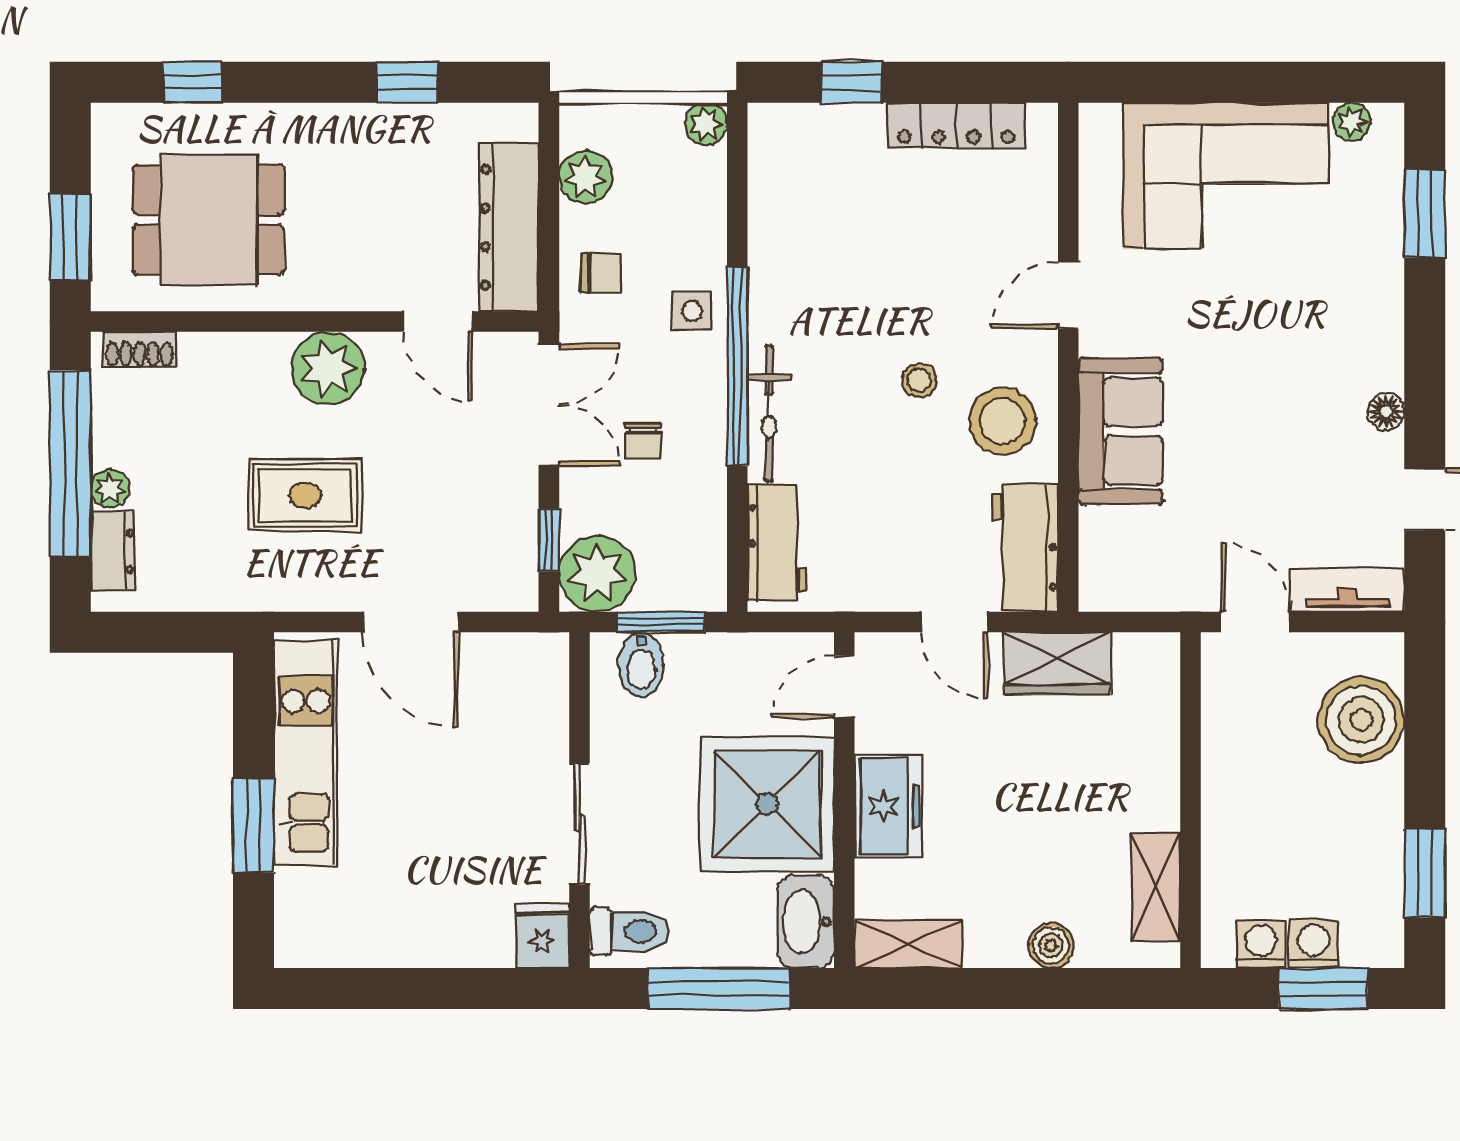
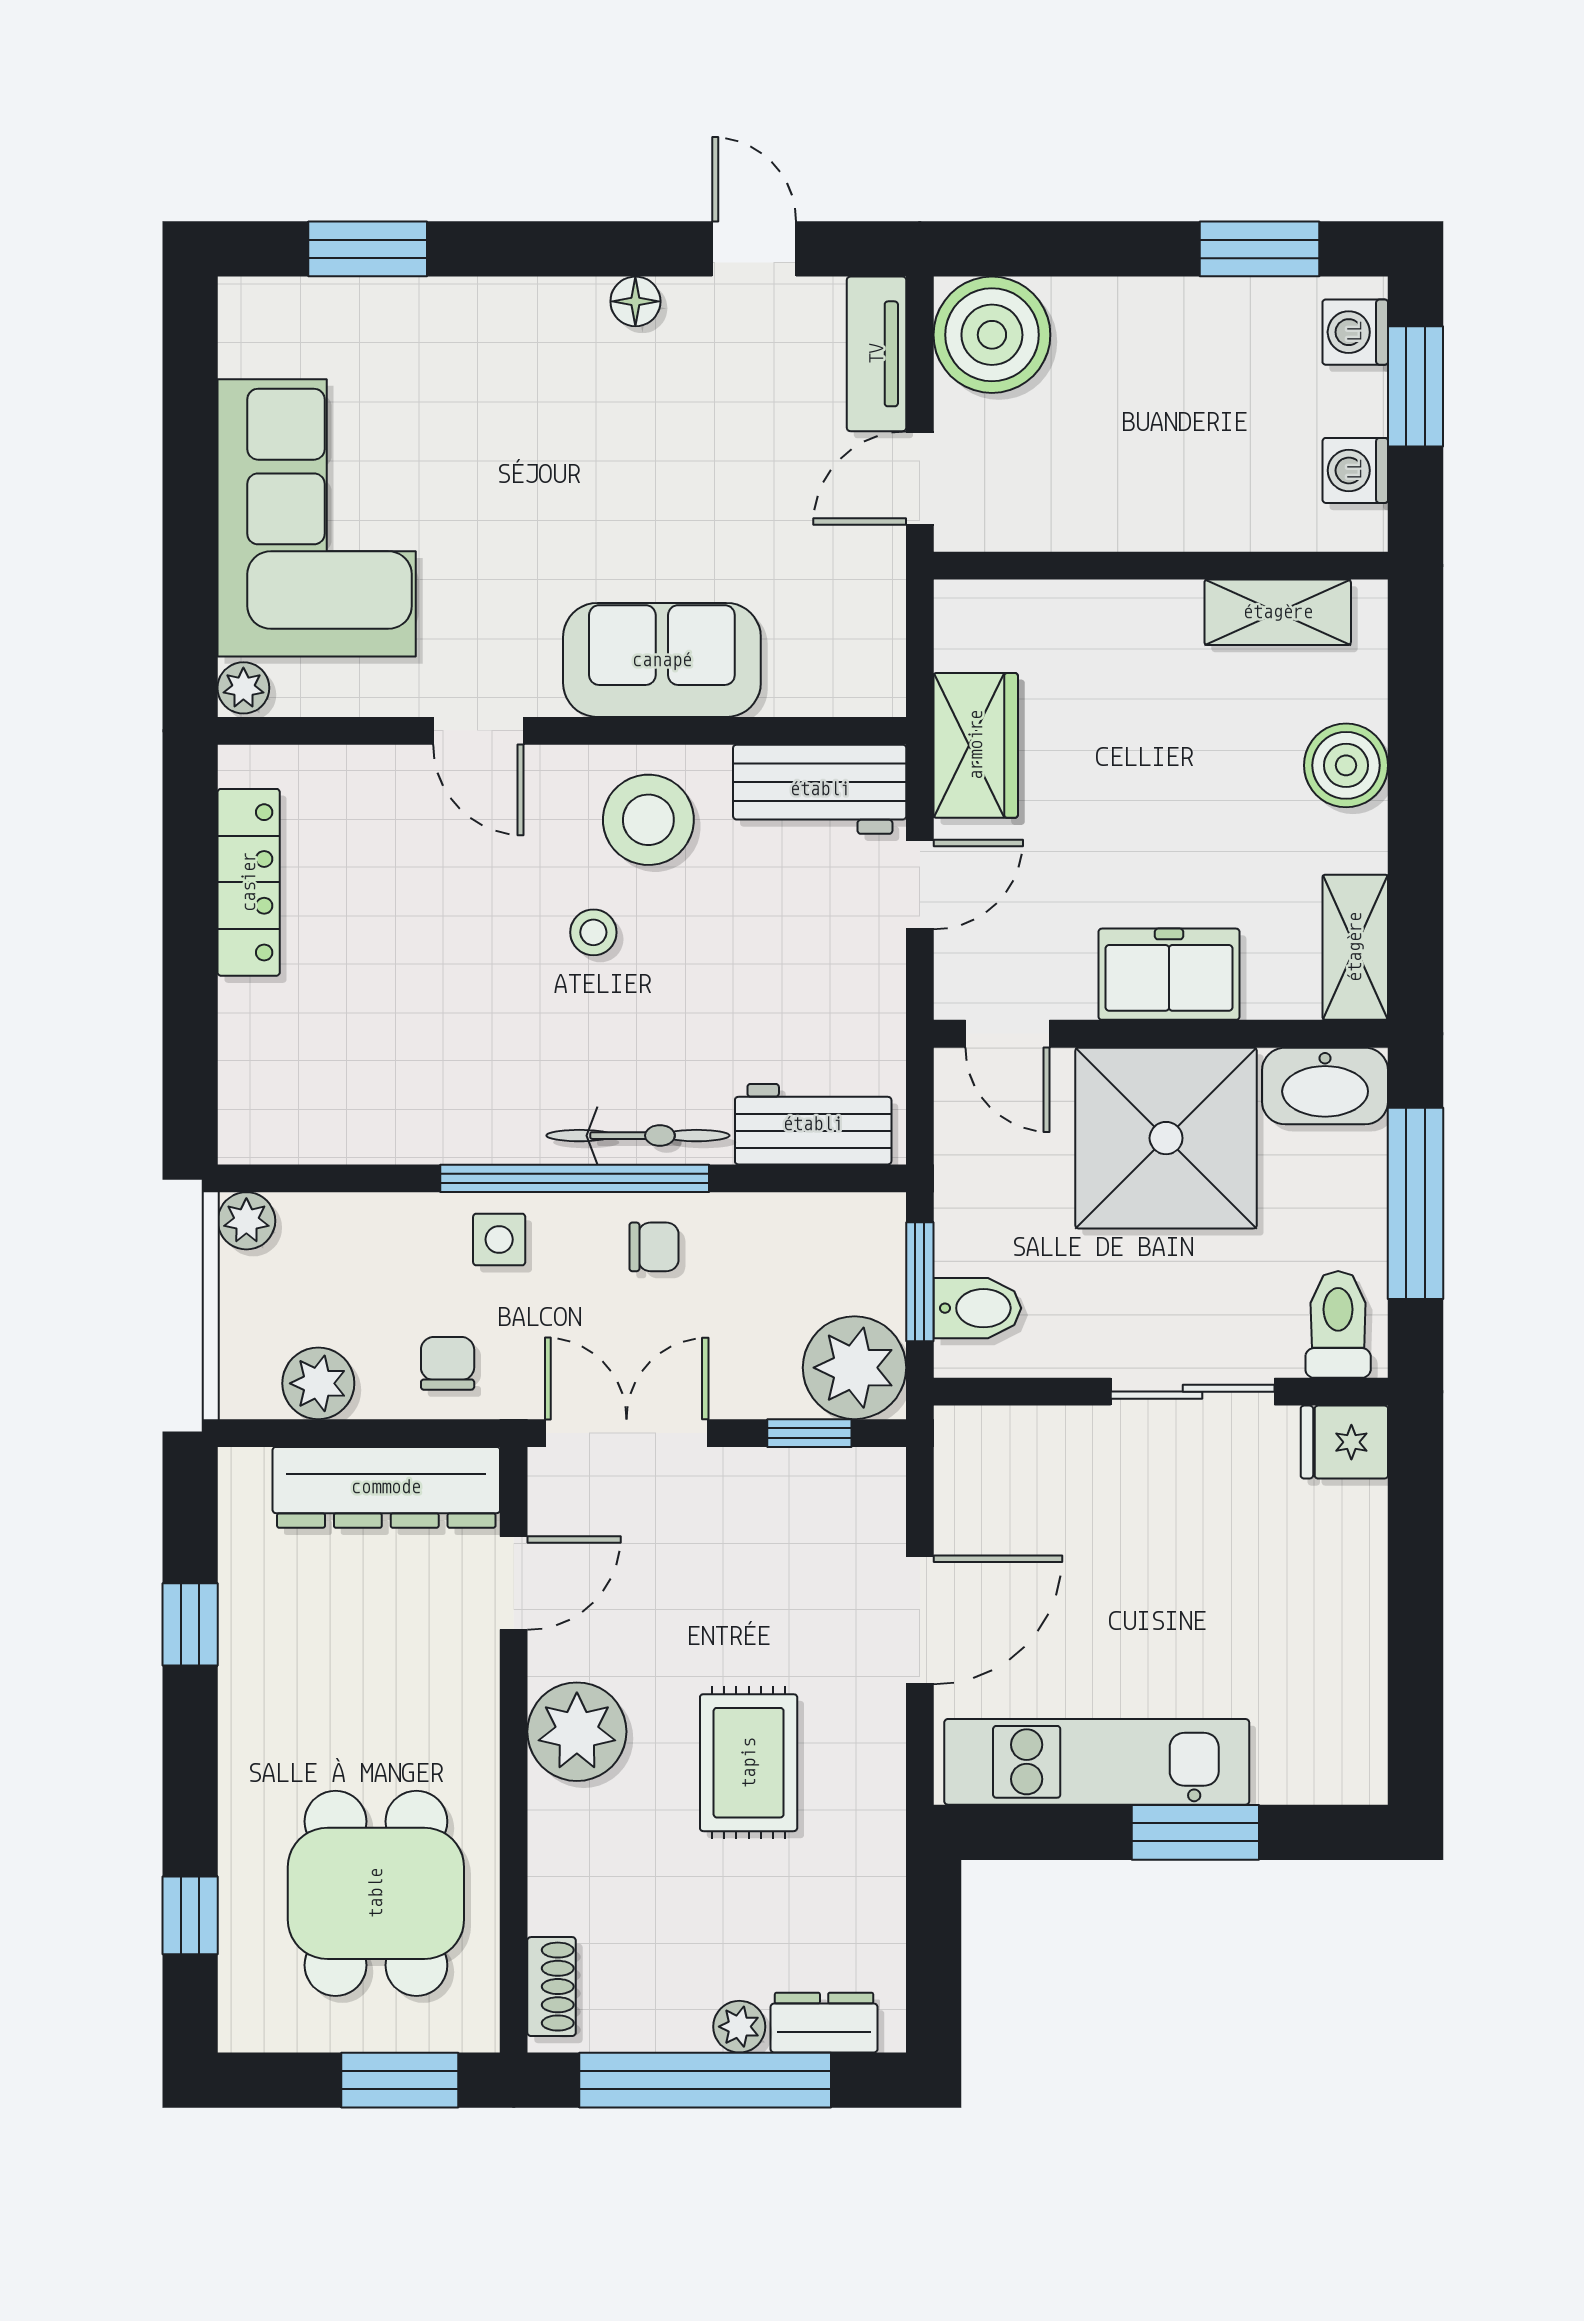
window: (852, 82) -> (190, 1024), removed
plant: (1352, 122) -> (243, 688), moved
chair: (643, 441) -> (654, 1247), moved
boiler: (1361, 720) -> (992, 335), moved
washing machine: (1313, 944) -> (1355, 332), moved
boiler: (1051, 945) -> (1346, 765), width x1.36, depth x1.36

